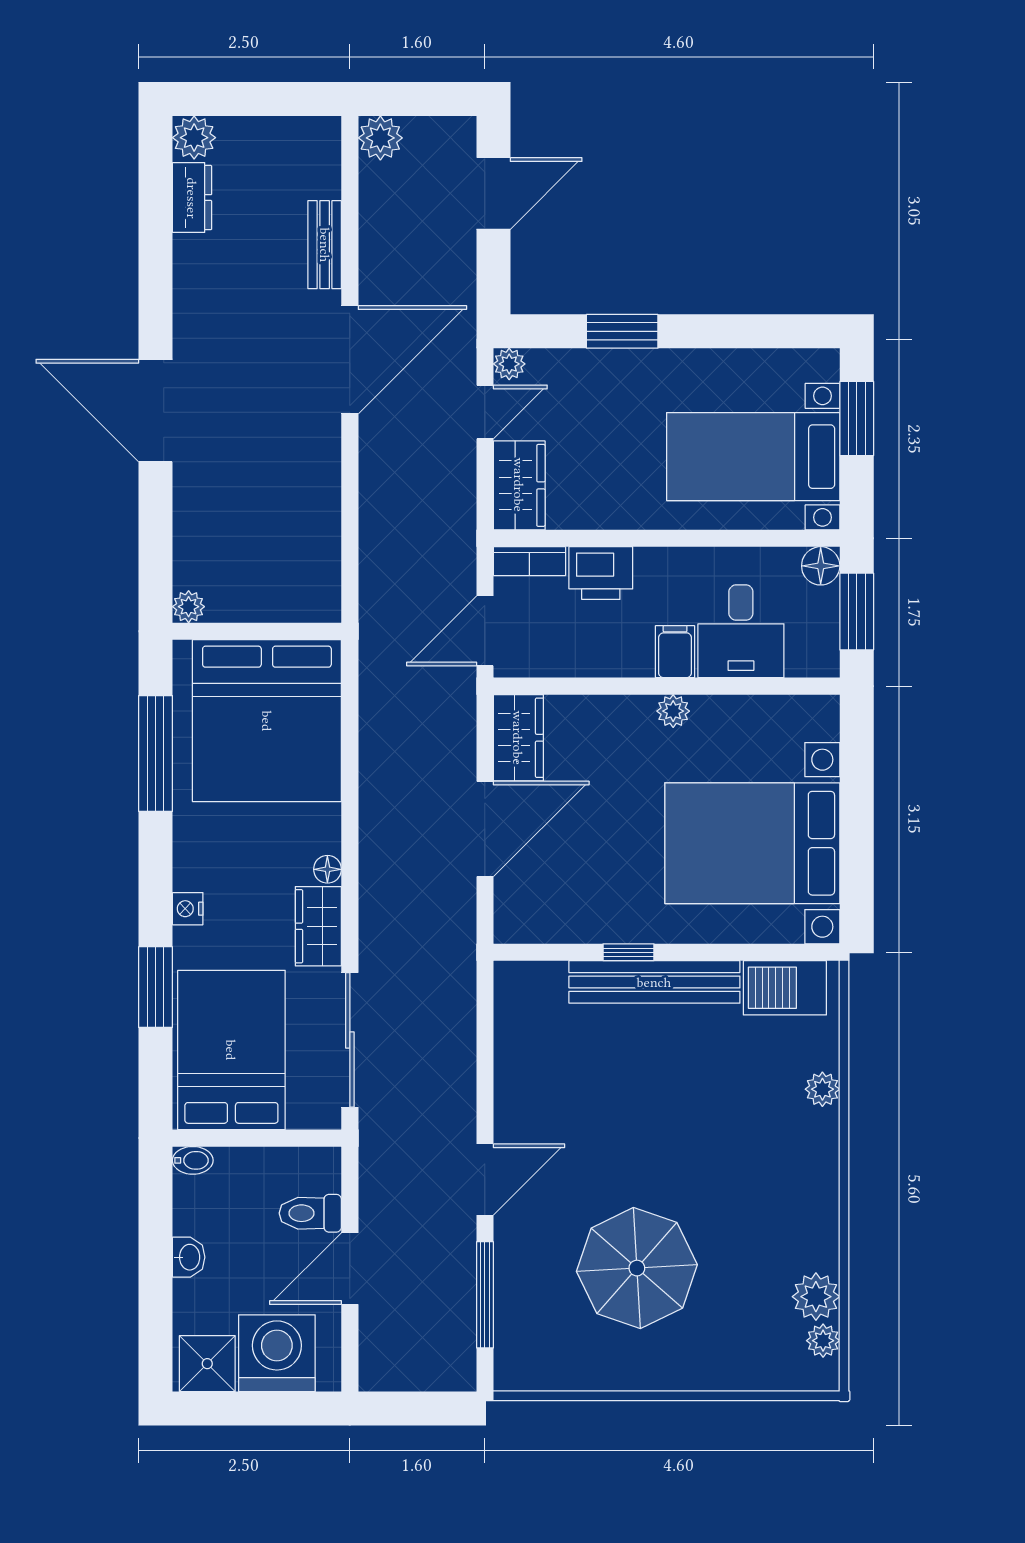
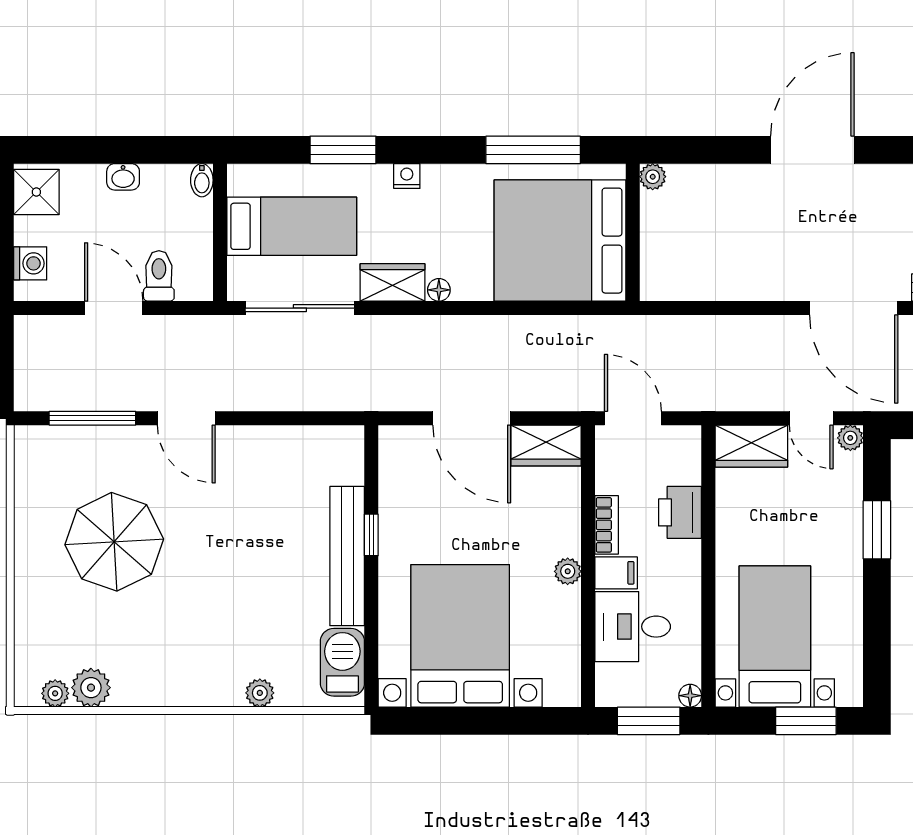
bookcase: (529, 561) -> (607, 525), moved, turned 180
floor lamp: (821, 566) -> (690, 696), width x0.73, depth x0.73
bed: (231, 1050) -> (292, 226), width x0.67
washing machine: (277, 1353) -> (30, 263), width x0.53, depth x0.53

